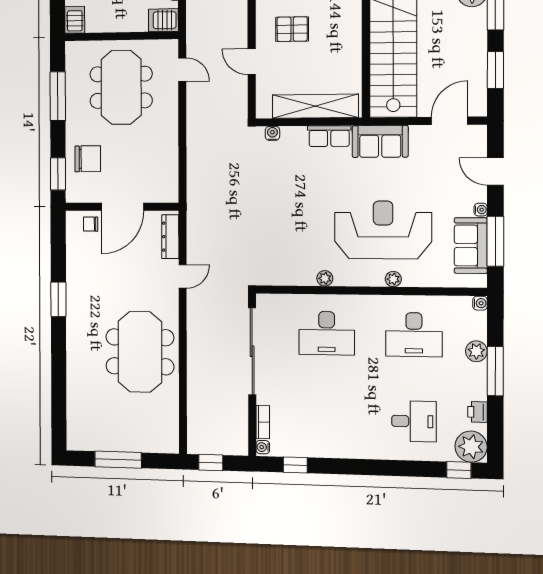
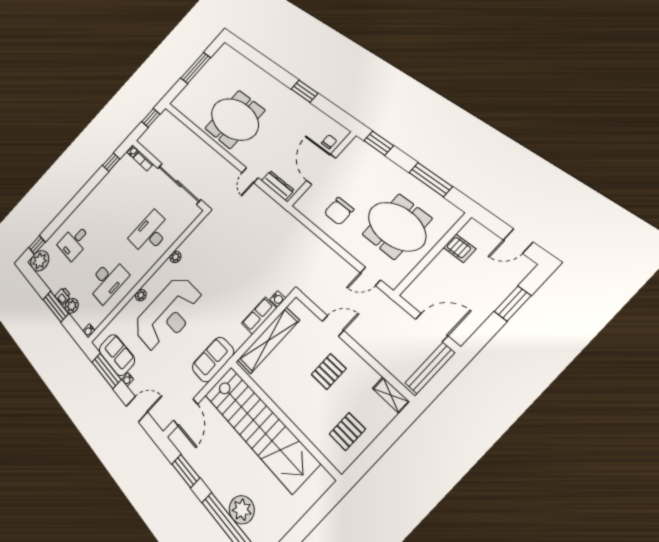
server rack: (75, 20) -> (460, 248), moved
server rack: (163, 20) -> (416, 292), removed
row of seats: (329, 136) -> (259, 316), moved
chair: (88, 159) -> (339, 211), moved
desk: (414, 335) -> (108, 280), turned 180
printer: (477, 412) -> (63, 296), moved

